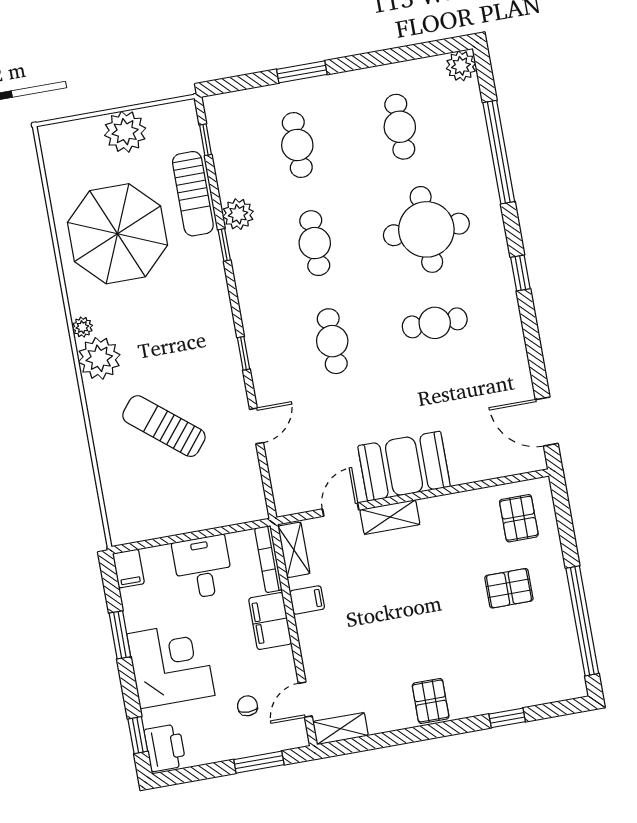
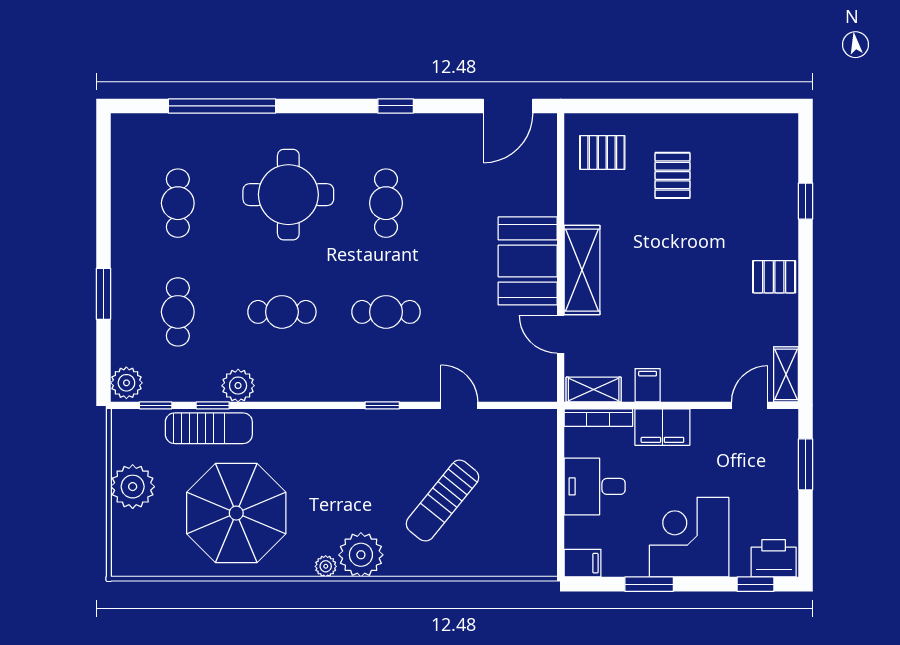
plant: (461, 66) -> (126, 383), moved
cafe table: (400, 127) -> (178, 203), turned 90
cafe table: (297, 145) -> (178, 312), turned 90
window: (224, 245) -> (213, 405), moved
window: (520, 273) -> (396, 106), moved
shelving: (390, 517) -> (582, 270), width x1.50, depth x1.33
window: (582, 621) -> (719, 106), removed
door: (305, 700) -> (750, 405), swing flipped
chair: (247, 706) -> (745, 466), removed

